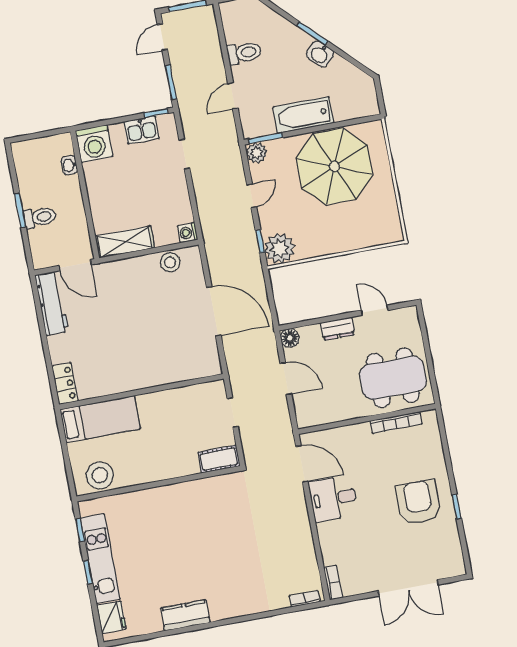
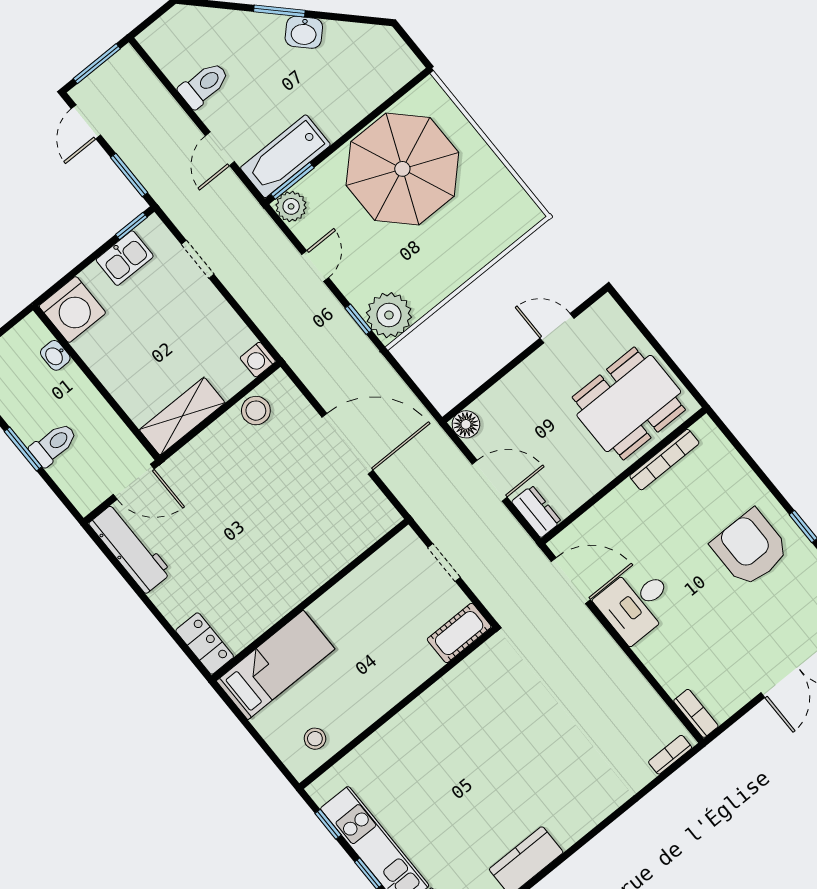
bathtub: (303, 115) -> (285, 156), moved
dresser: (338, 329) -> (536, 512), moved, turned -90
stool: (100, 475) -> (315, 739), width x0.53, depth x0.53

